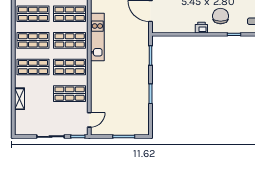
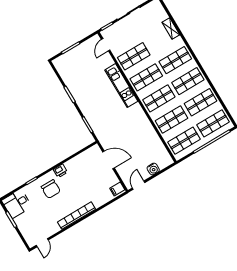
kitchen unit: (97, 37) -> (121, 86), moved

